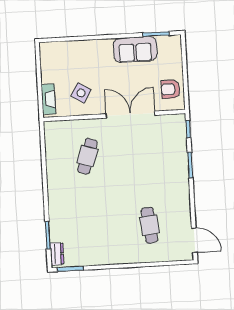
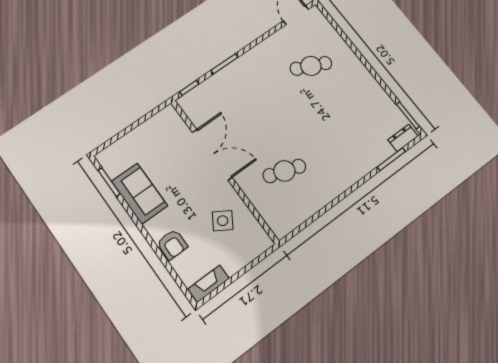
armchair: (171, 89) -> (172, 244), moved
fireplace: (48, 99) -> (209, 284), moved
double door: (130, 115) -> (212, 155), swing flipped
cafe table: (150, 225) -> (311, 66), turned 30

